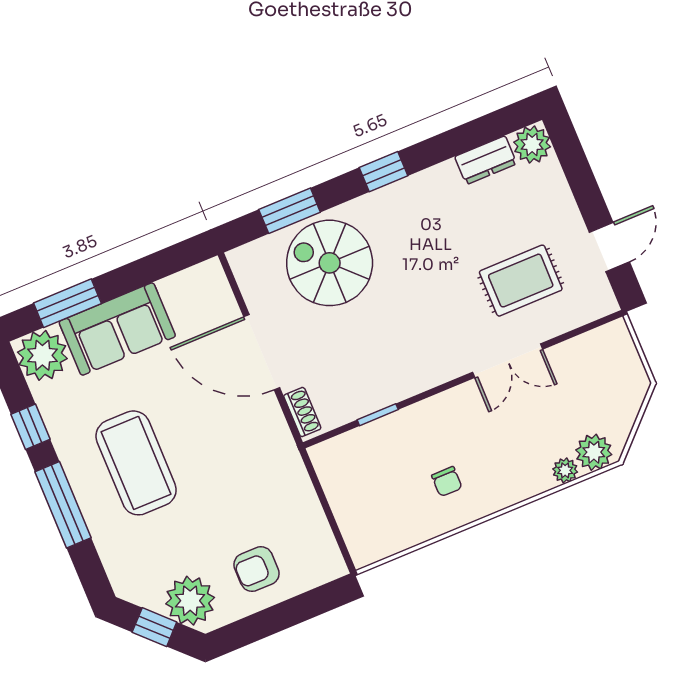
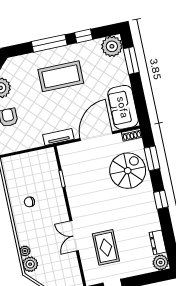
sofa: (117, 329) -> (123, 107), moved
shoe rack: (302, 412) -> (132, 135), moved
tv unit: (281, 442) -> (58, 137), added

